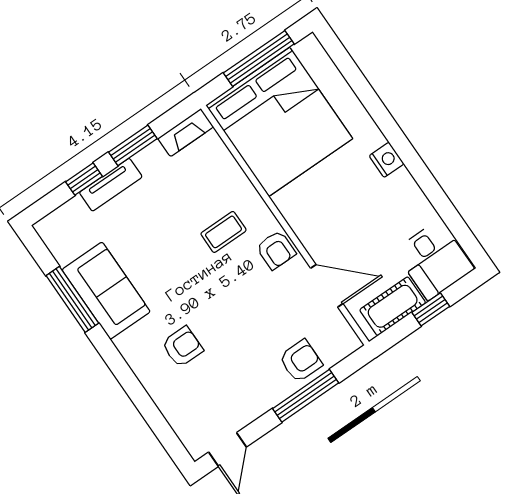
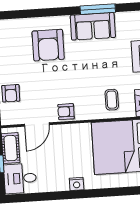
coffee table: (224, 232) -> (112, 100), moved
armchair: (182, 347) -> (48, 45), width x1.88, depth x1.88

